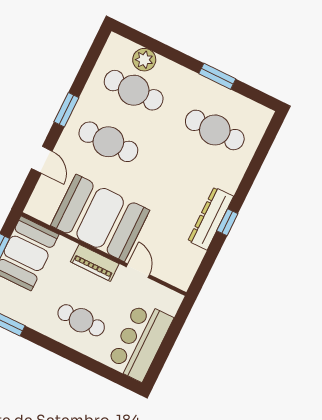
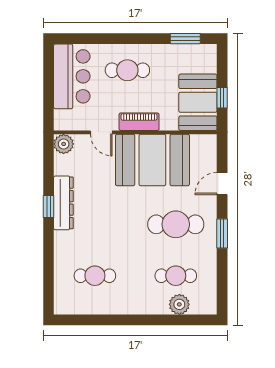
window: (217, 76) -> (114, 320), removed
cafe table: (134, 90) -> (176, 276), width x0.73, depth x0.74
cafe table: (215, 130) -> (95, 276), width x0.73, depth x0.74
door: (42, 160) -> (222, 184), hinge flipped
plant: (181, 278) -> (64, 144), added

